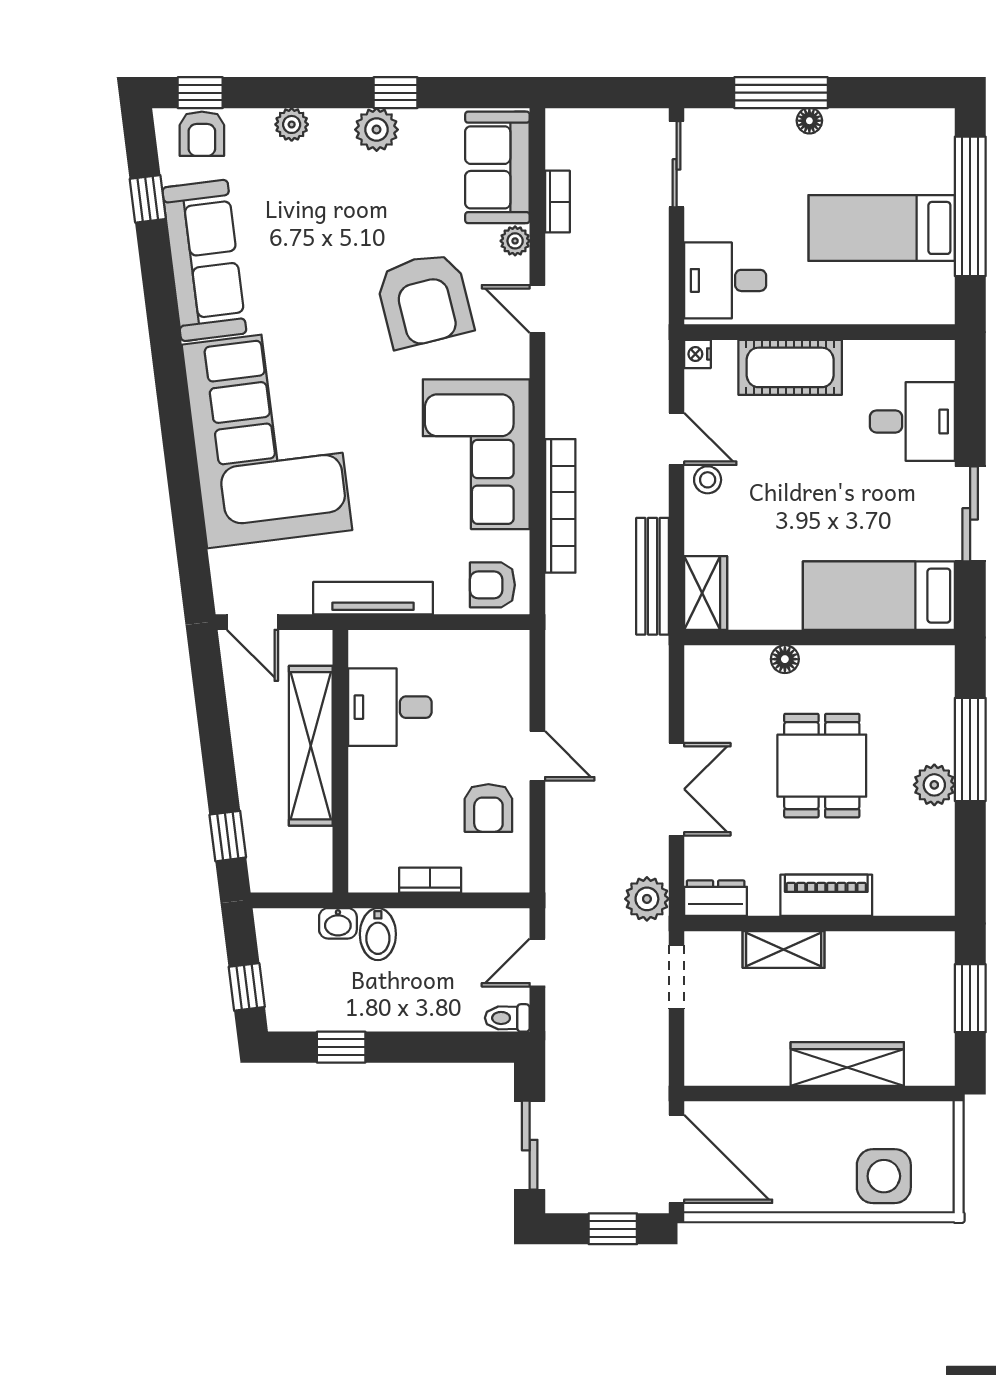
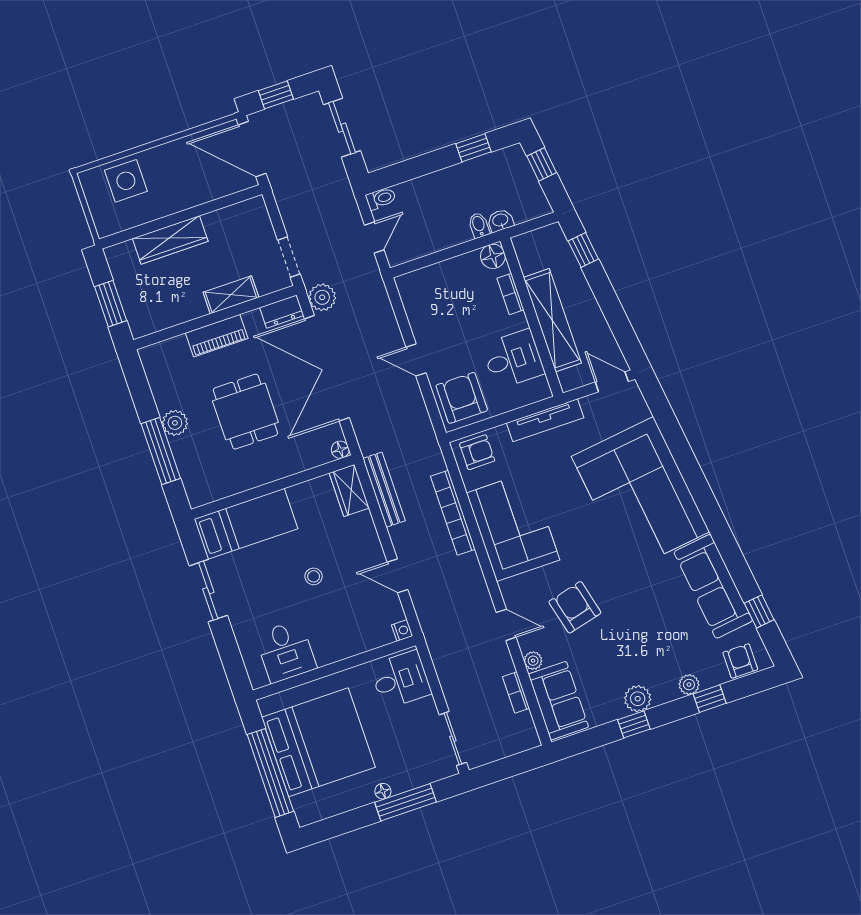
window: (200, 93) -> (710, 699), moved
bed: (882, 228) -> (318, 742), width x2.04
armchair: (424, 300) -> (575, 607), width x0.73, depth x0.73
cot: (790, 367) -> (345, 641), removed
desk: (912, 421) -> (286, 651), moved, turned -90
stool: (708, 480) -> (314, 576), moved
floor lamp: (785, 659) -> (340, 450), moved
double door: (677, 789) -> (327, 368), width x1.87
armchair: (488, 808) -> (462, 398), moved, width x1.38, depth x1.38
floor lamp: (368, 873) -> (493, 256), added
bookcase: (430, 880) -> (511, 294), moved, turned 90
bidet: (378, 934) -> (479, 225), width x0.72, depth x0.74

